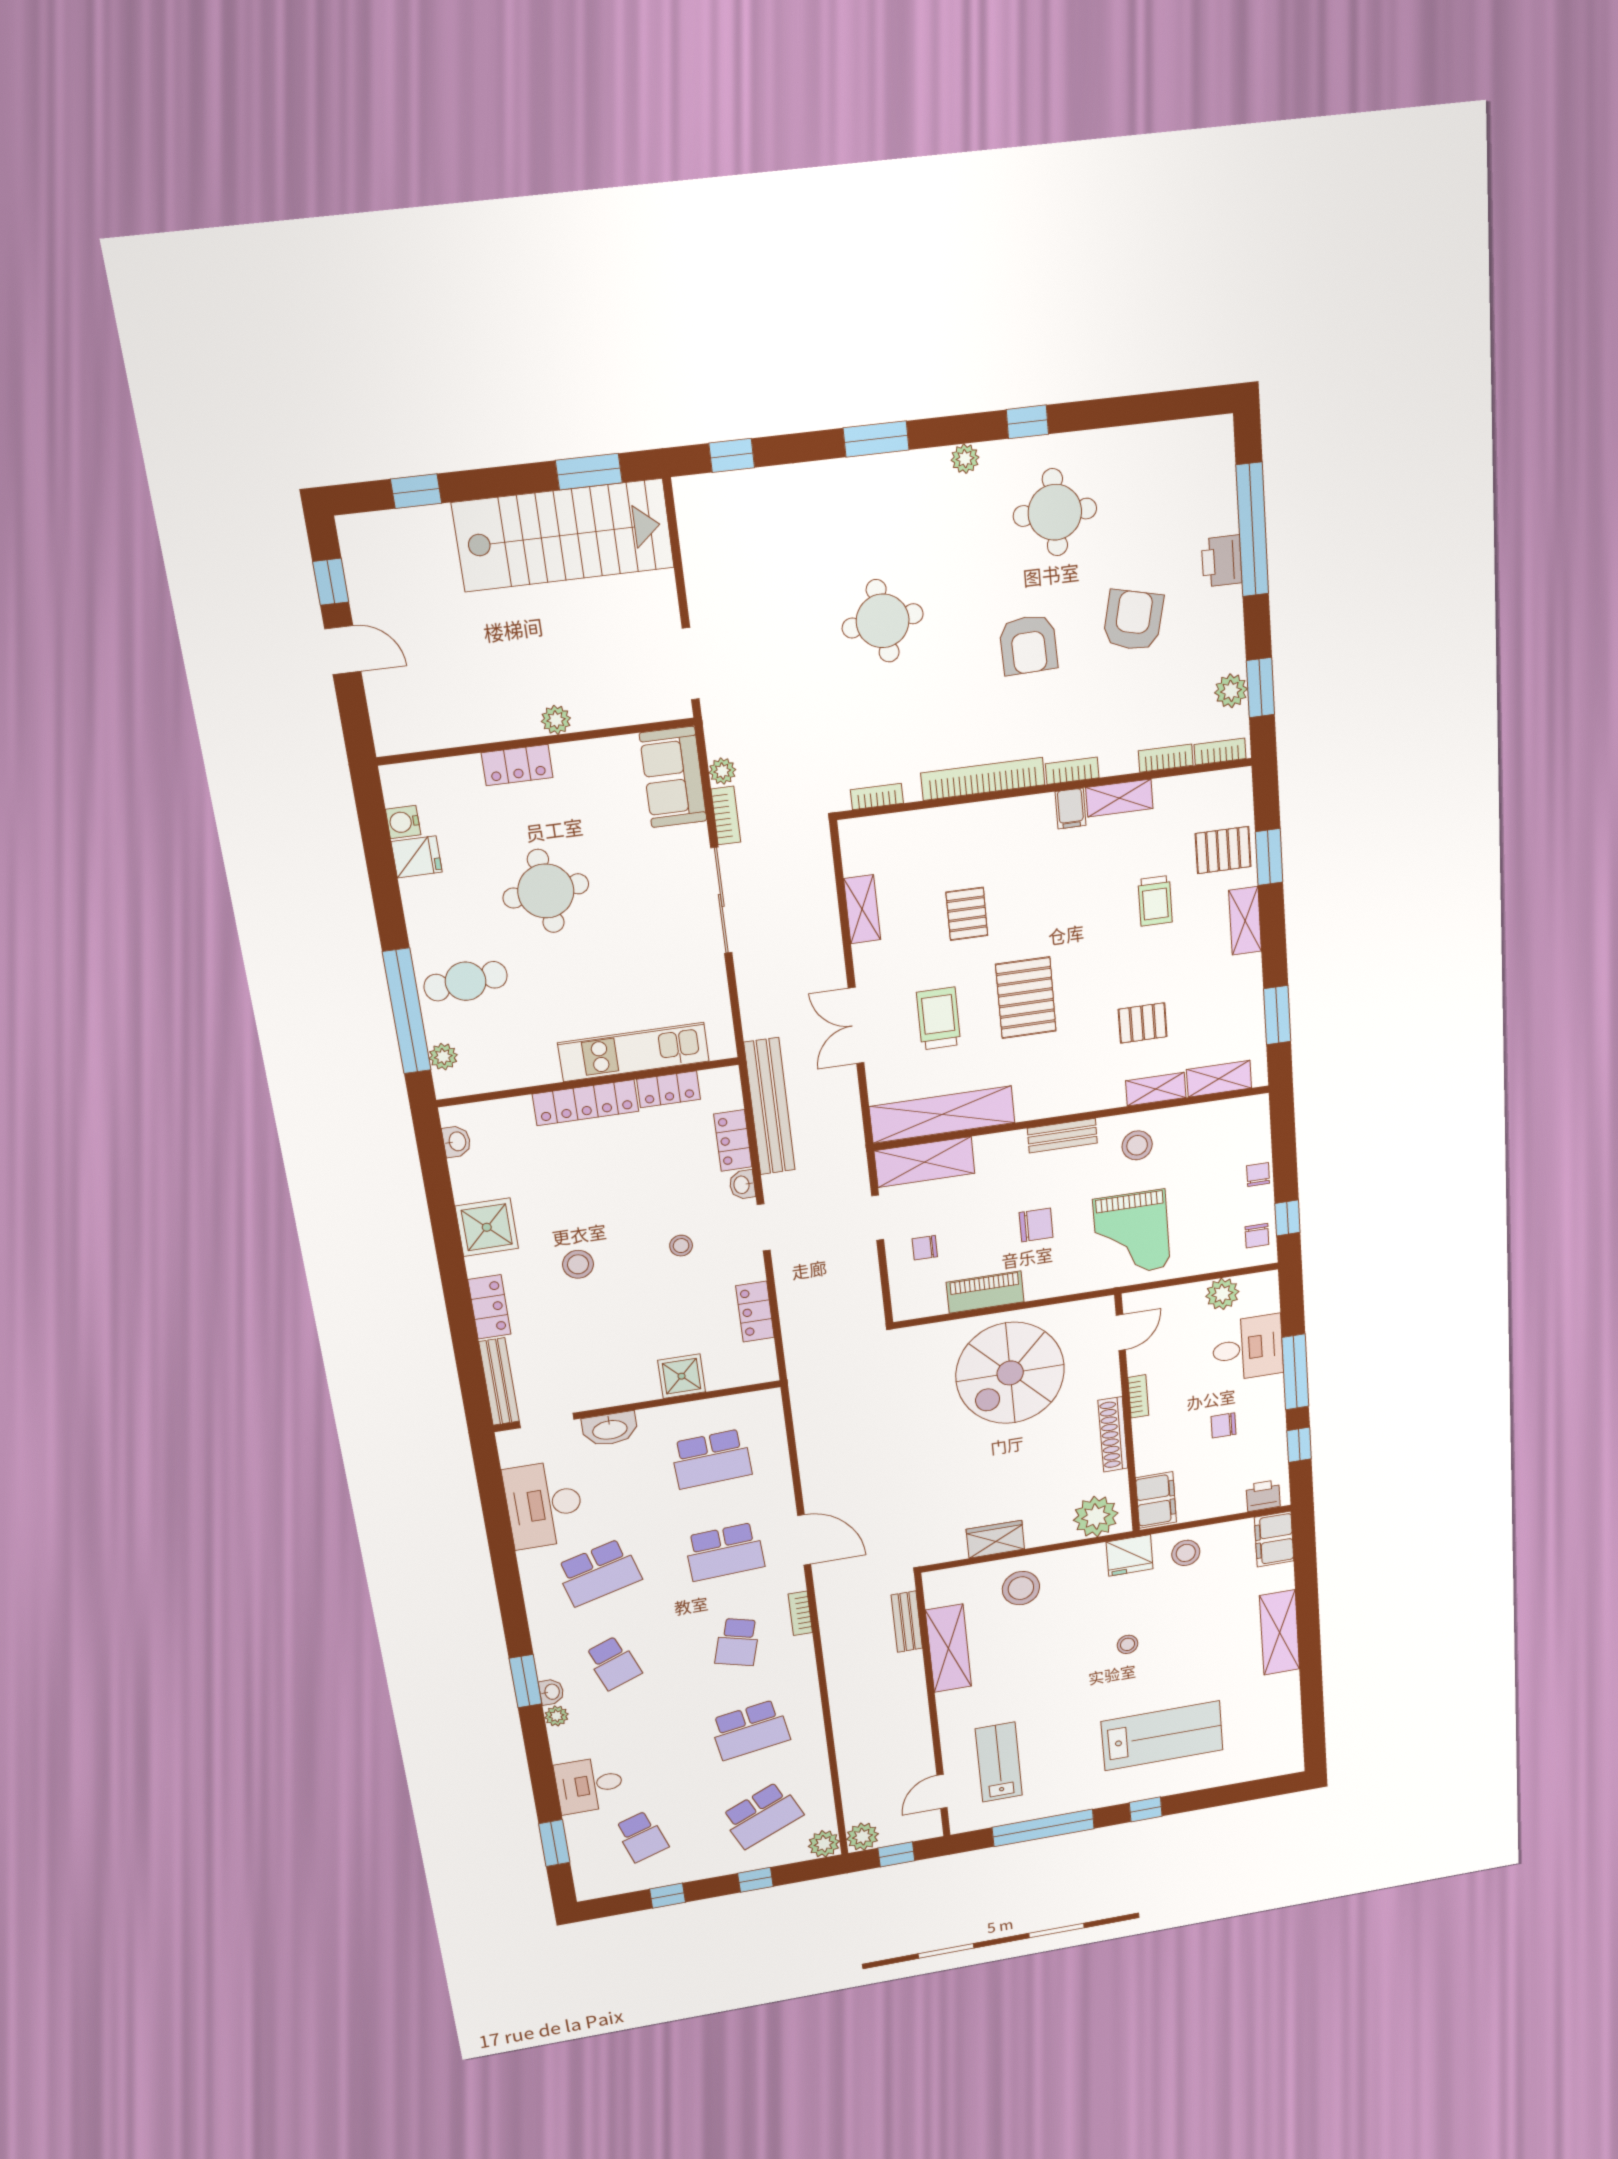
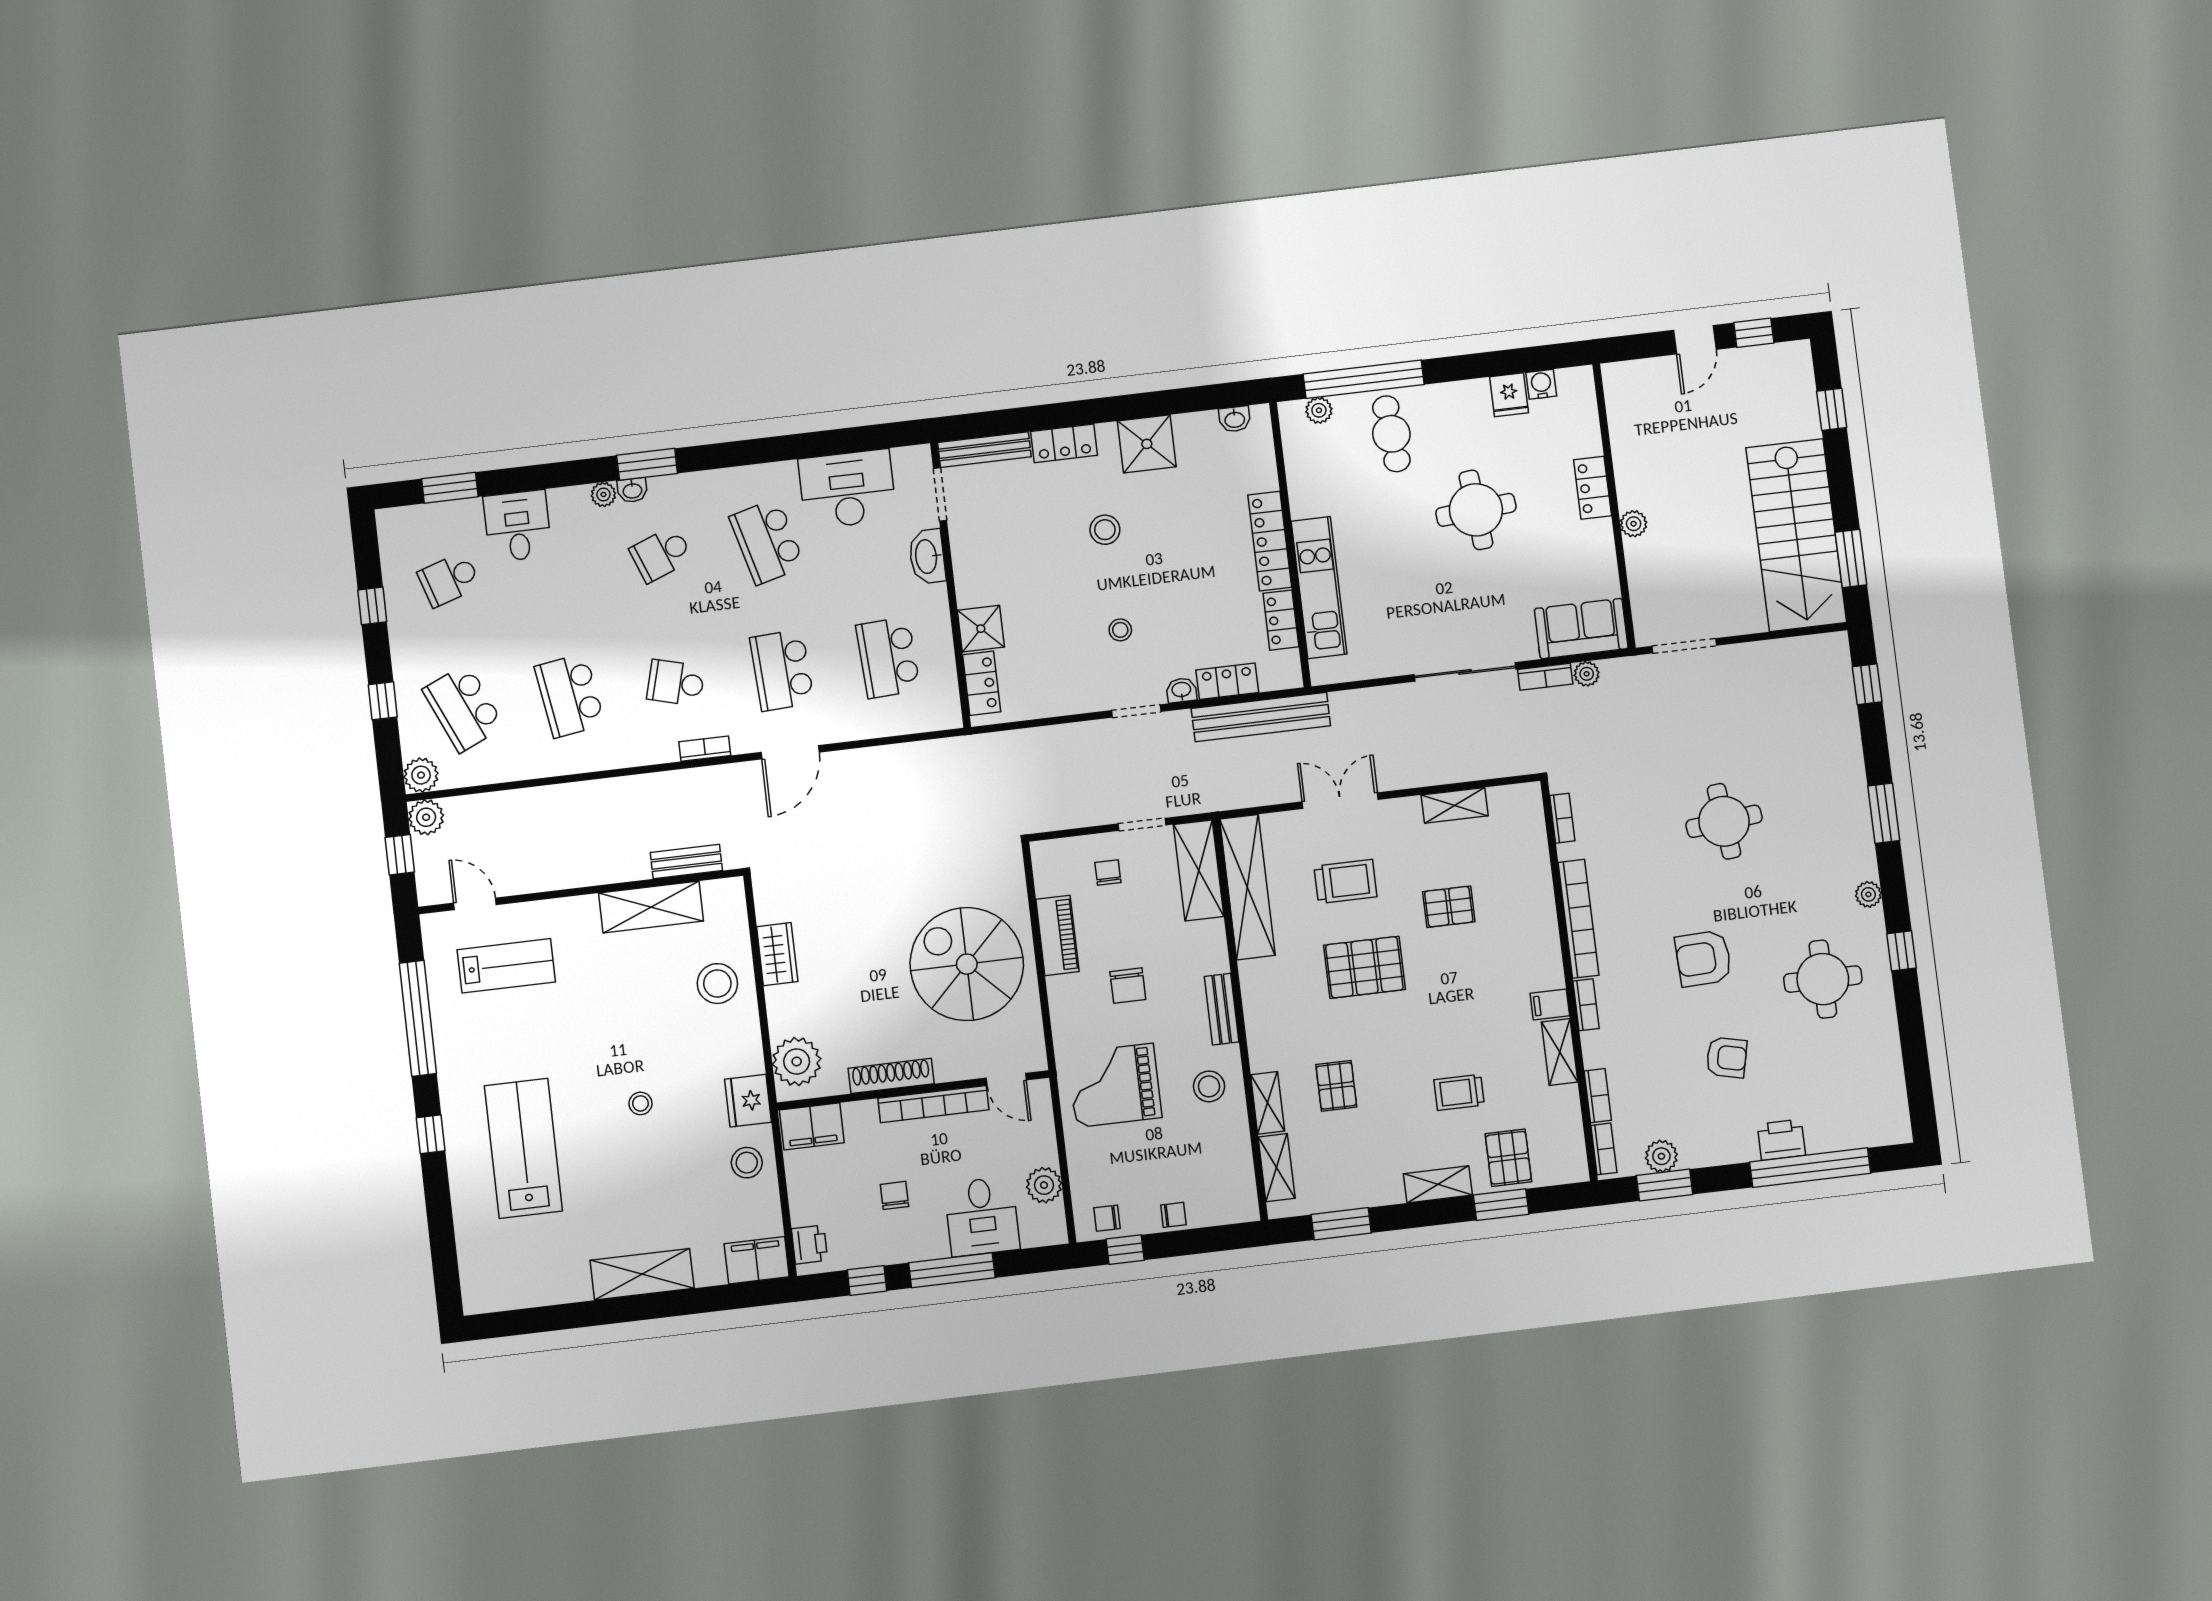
armchair: (1133, 620) -> (1727, 1057), width x0.72, depth x0.72
locker: (755, 1312) -> (982, 683), moved, turned 90
bookcase: (1138, 1396) -> (933, 1104), width x2.31, depth x1.31
lab bench: (1162, 1736) -> (523, 1148), turned 180

